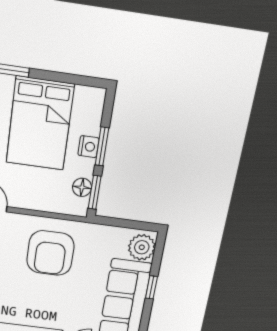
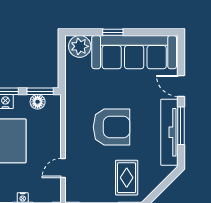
armchair: (50, 253) -> (111, 127), moved

